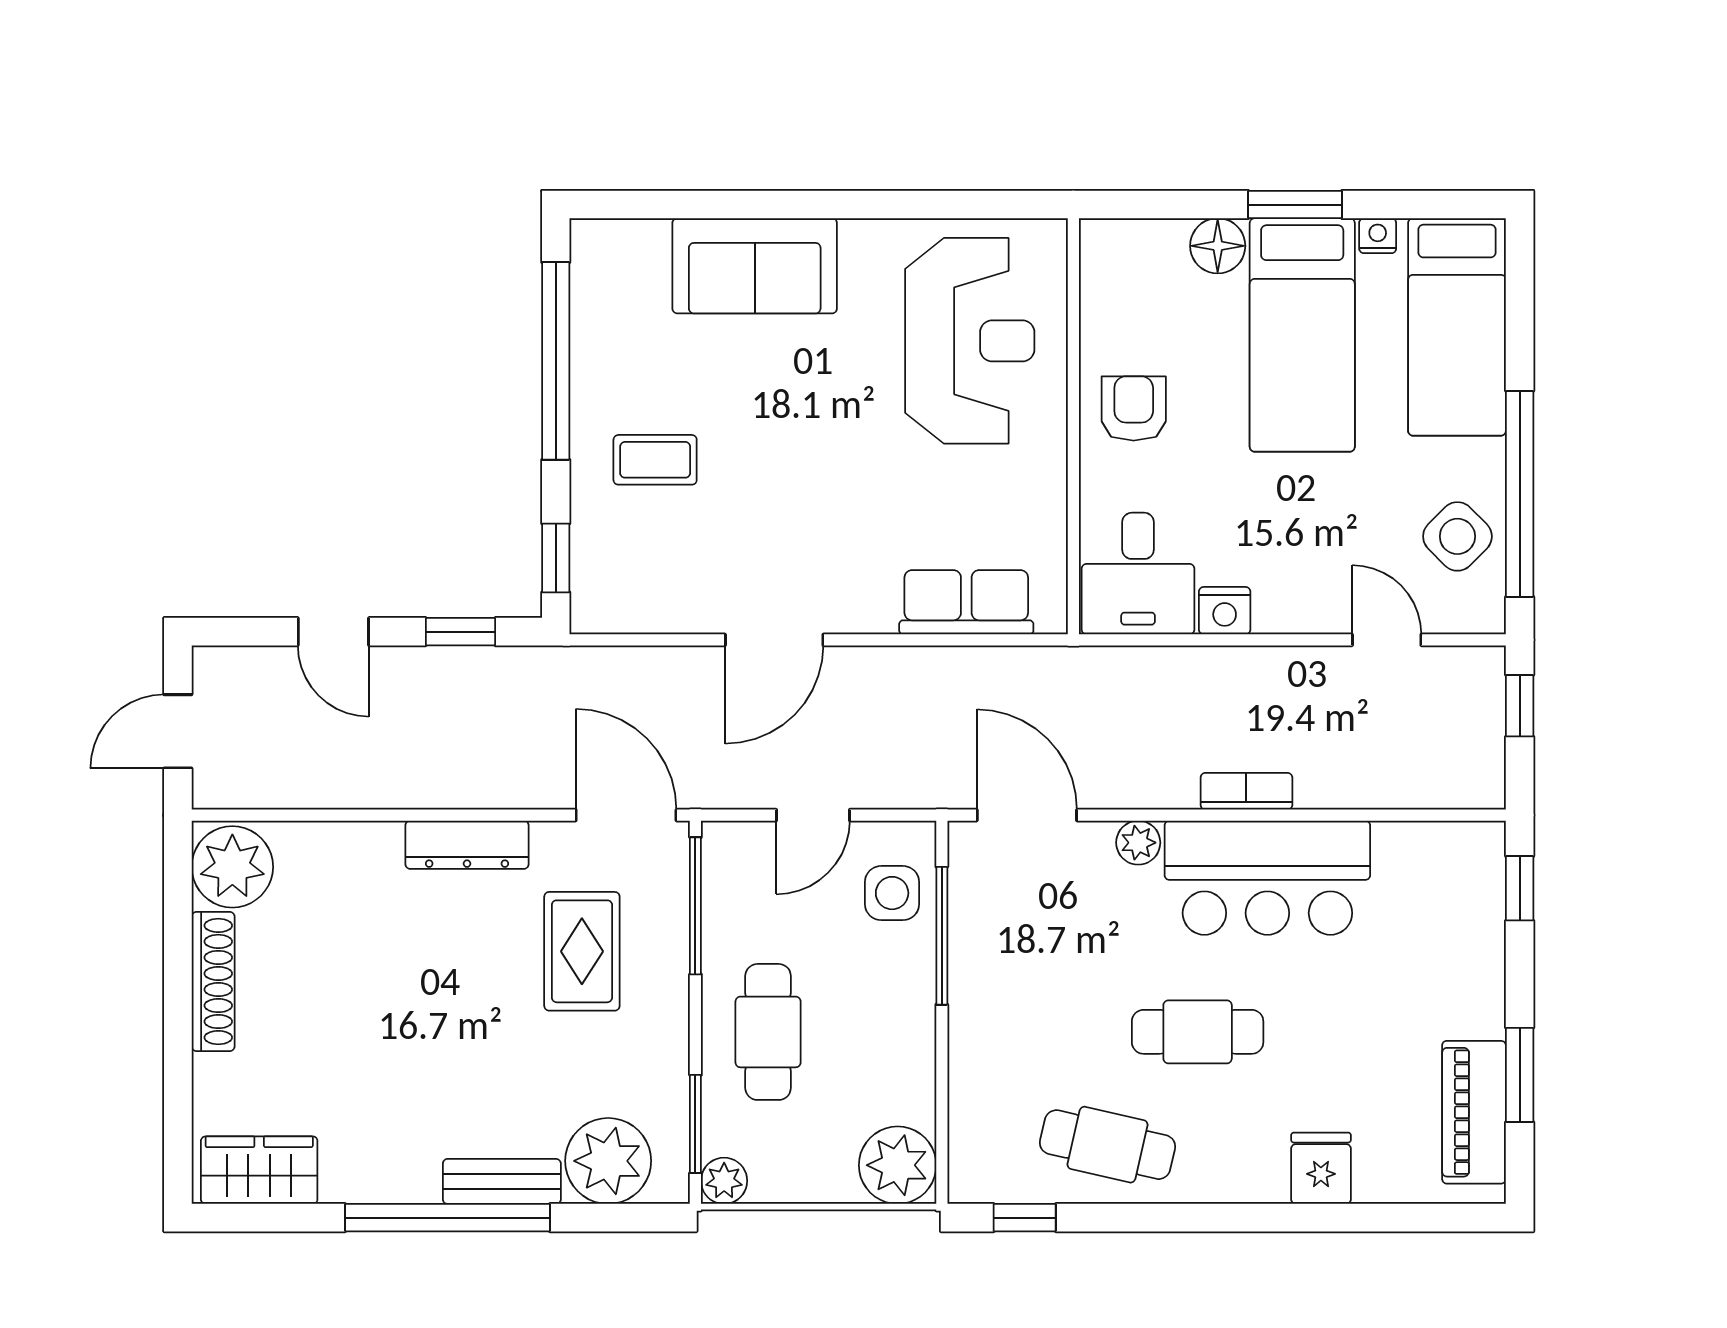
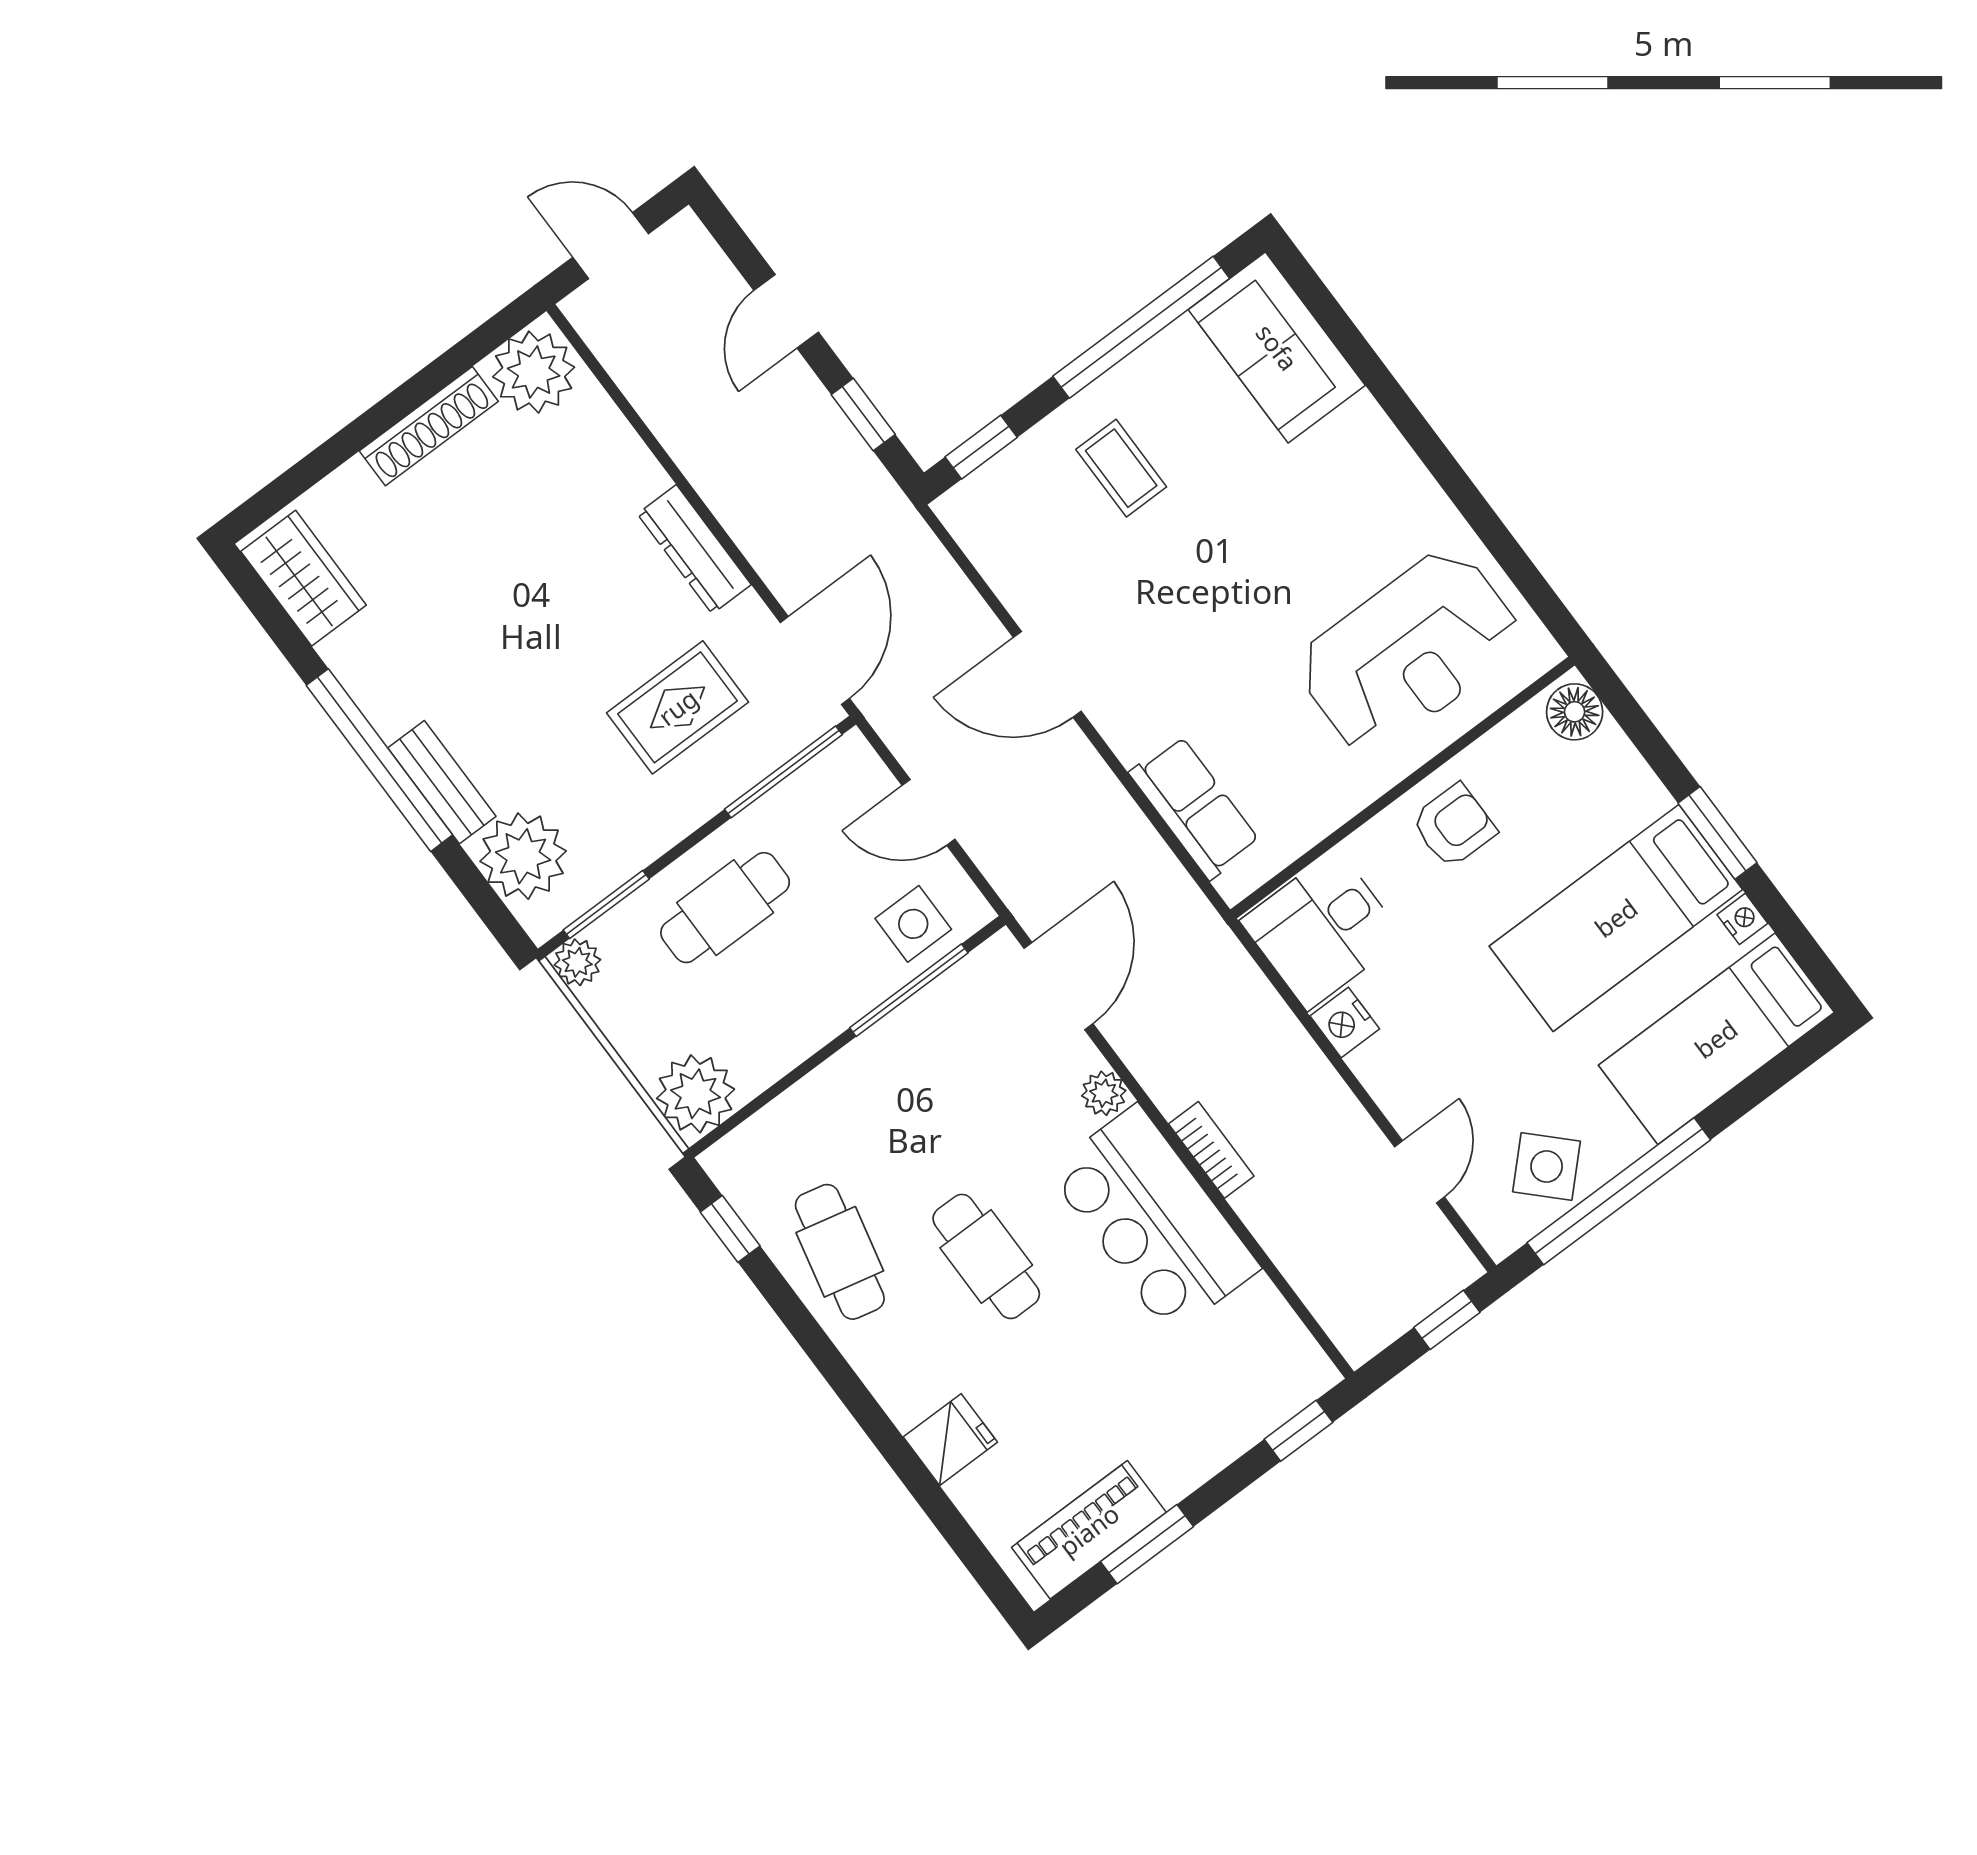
floor lamp: (1218, 246) -> (1575, 712), moved
sofa: (755, 266) -> (1277, 347), moved

